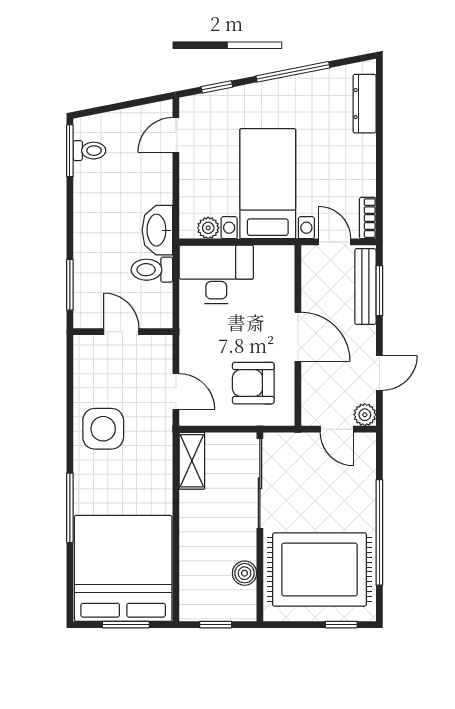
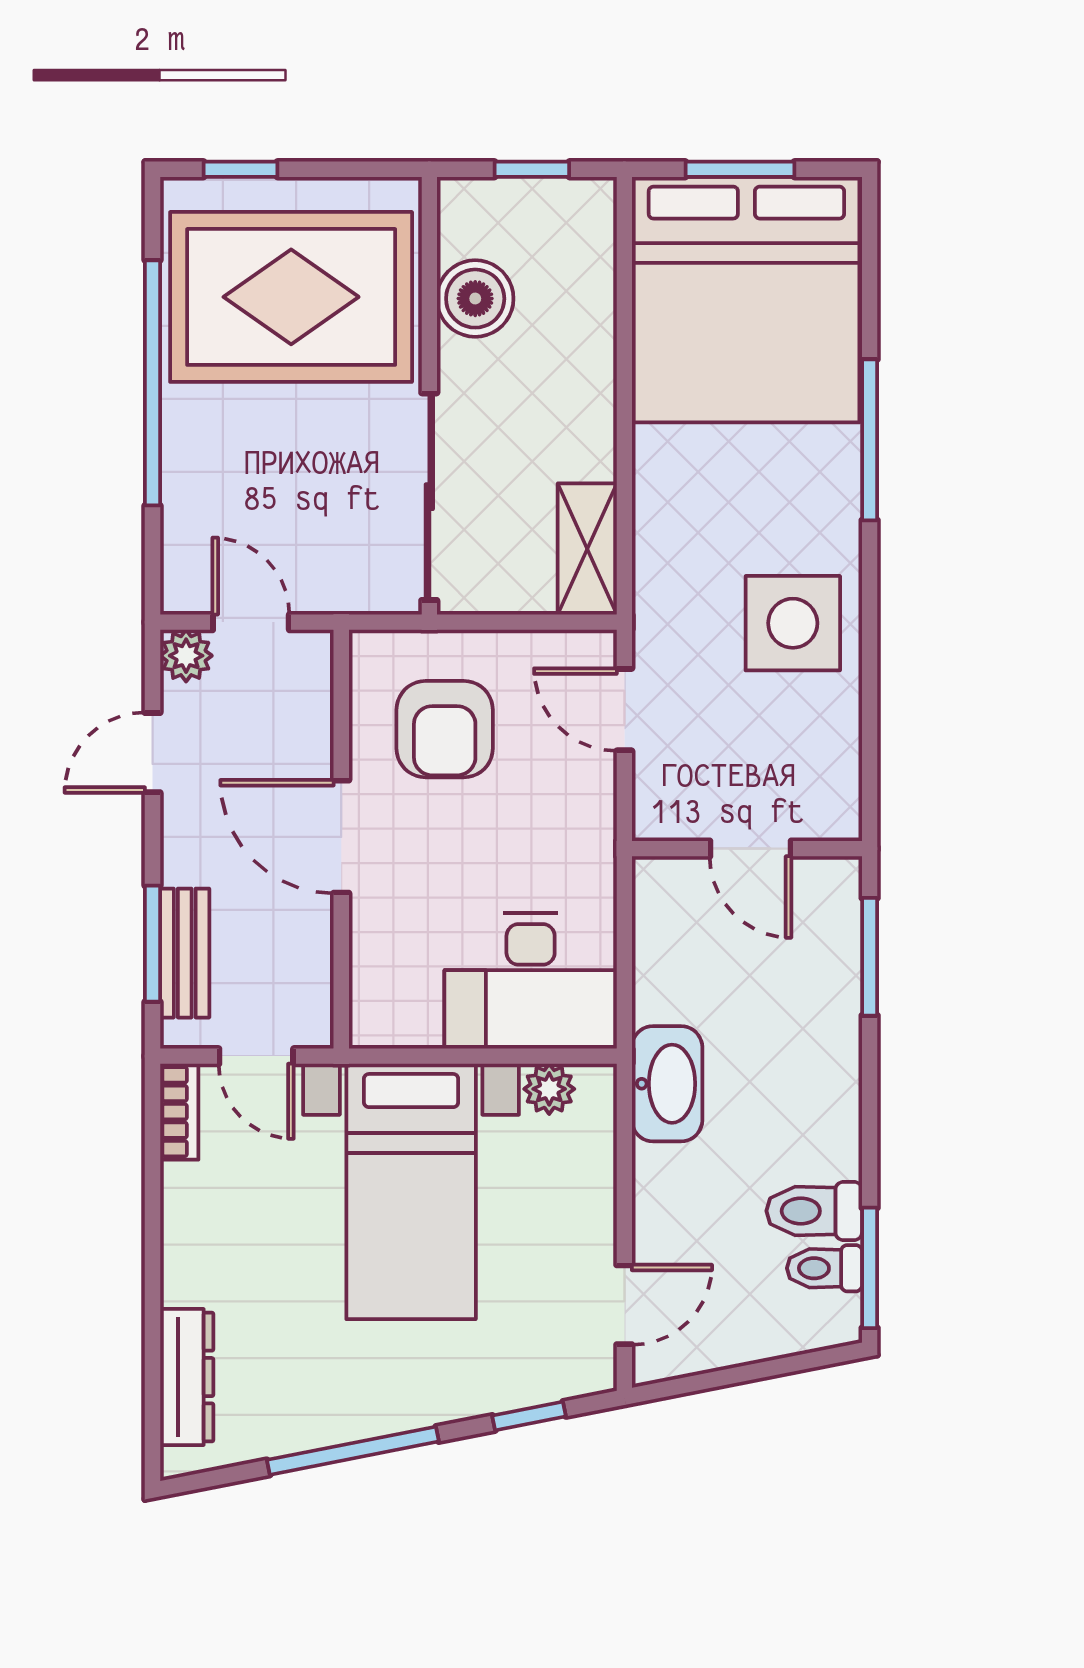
toilet: (152, 270) -> (814, 1211), moved, turned 180
bench: (365, 286) -> (185, 953), width x0.73
armchair: (253, 383) -> (445, 729), turned 90
boiler: (245, 573) -> (475, 299), width x1.36, depth x1.36

